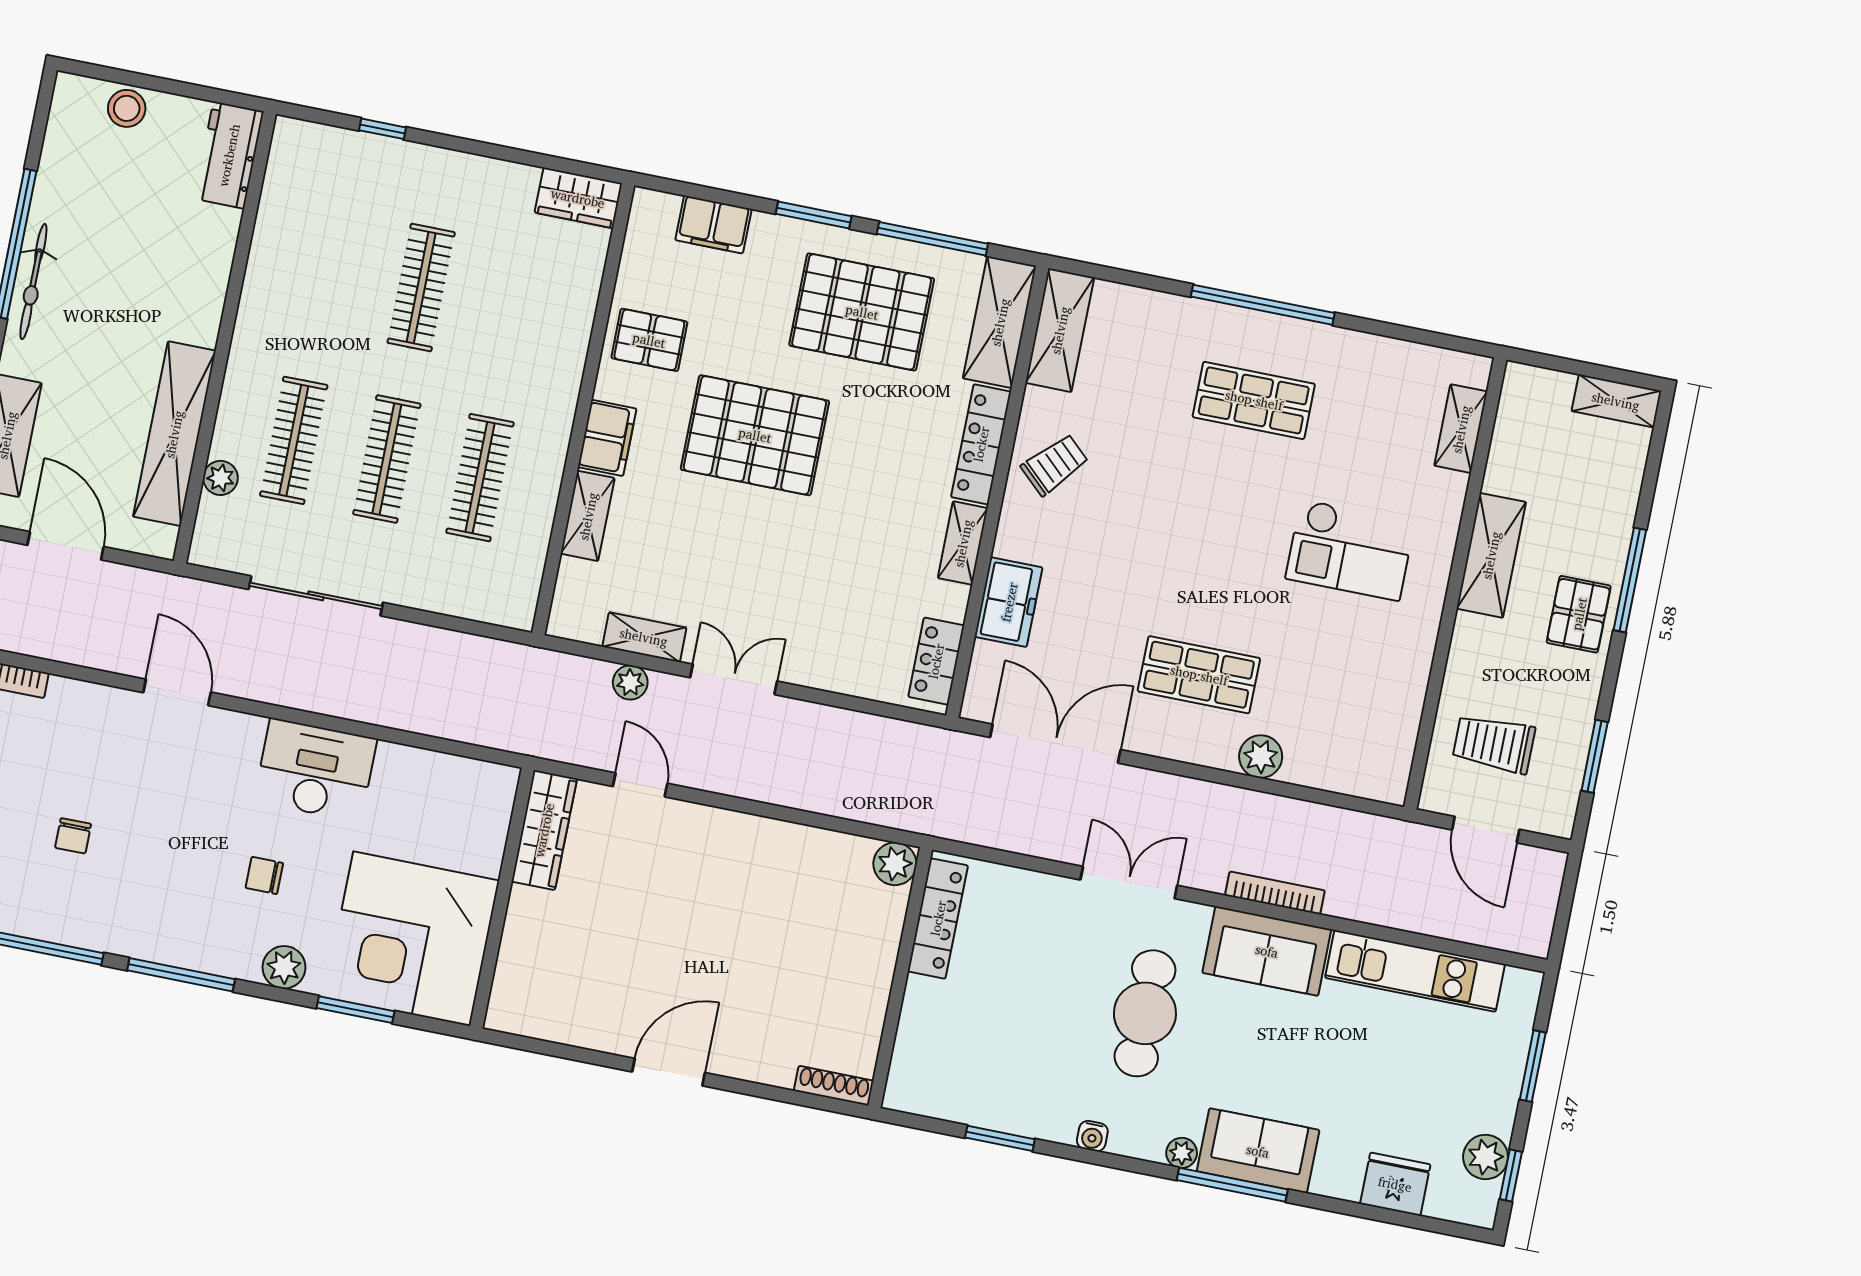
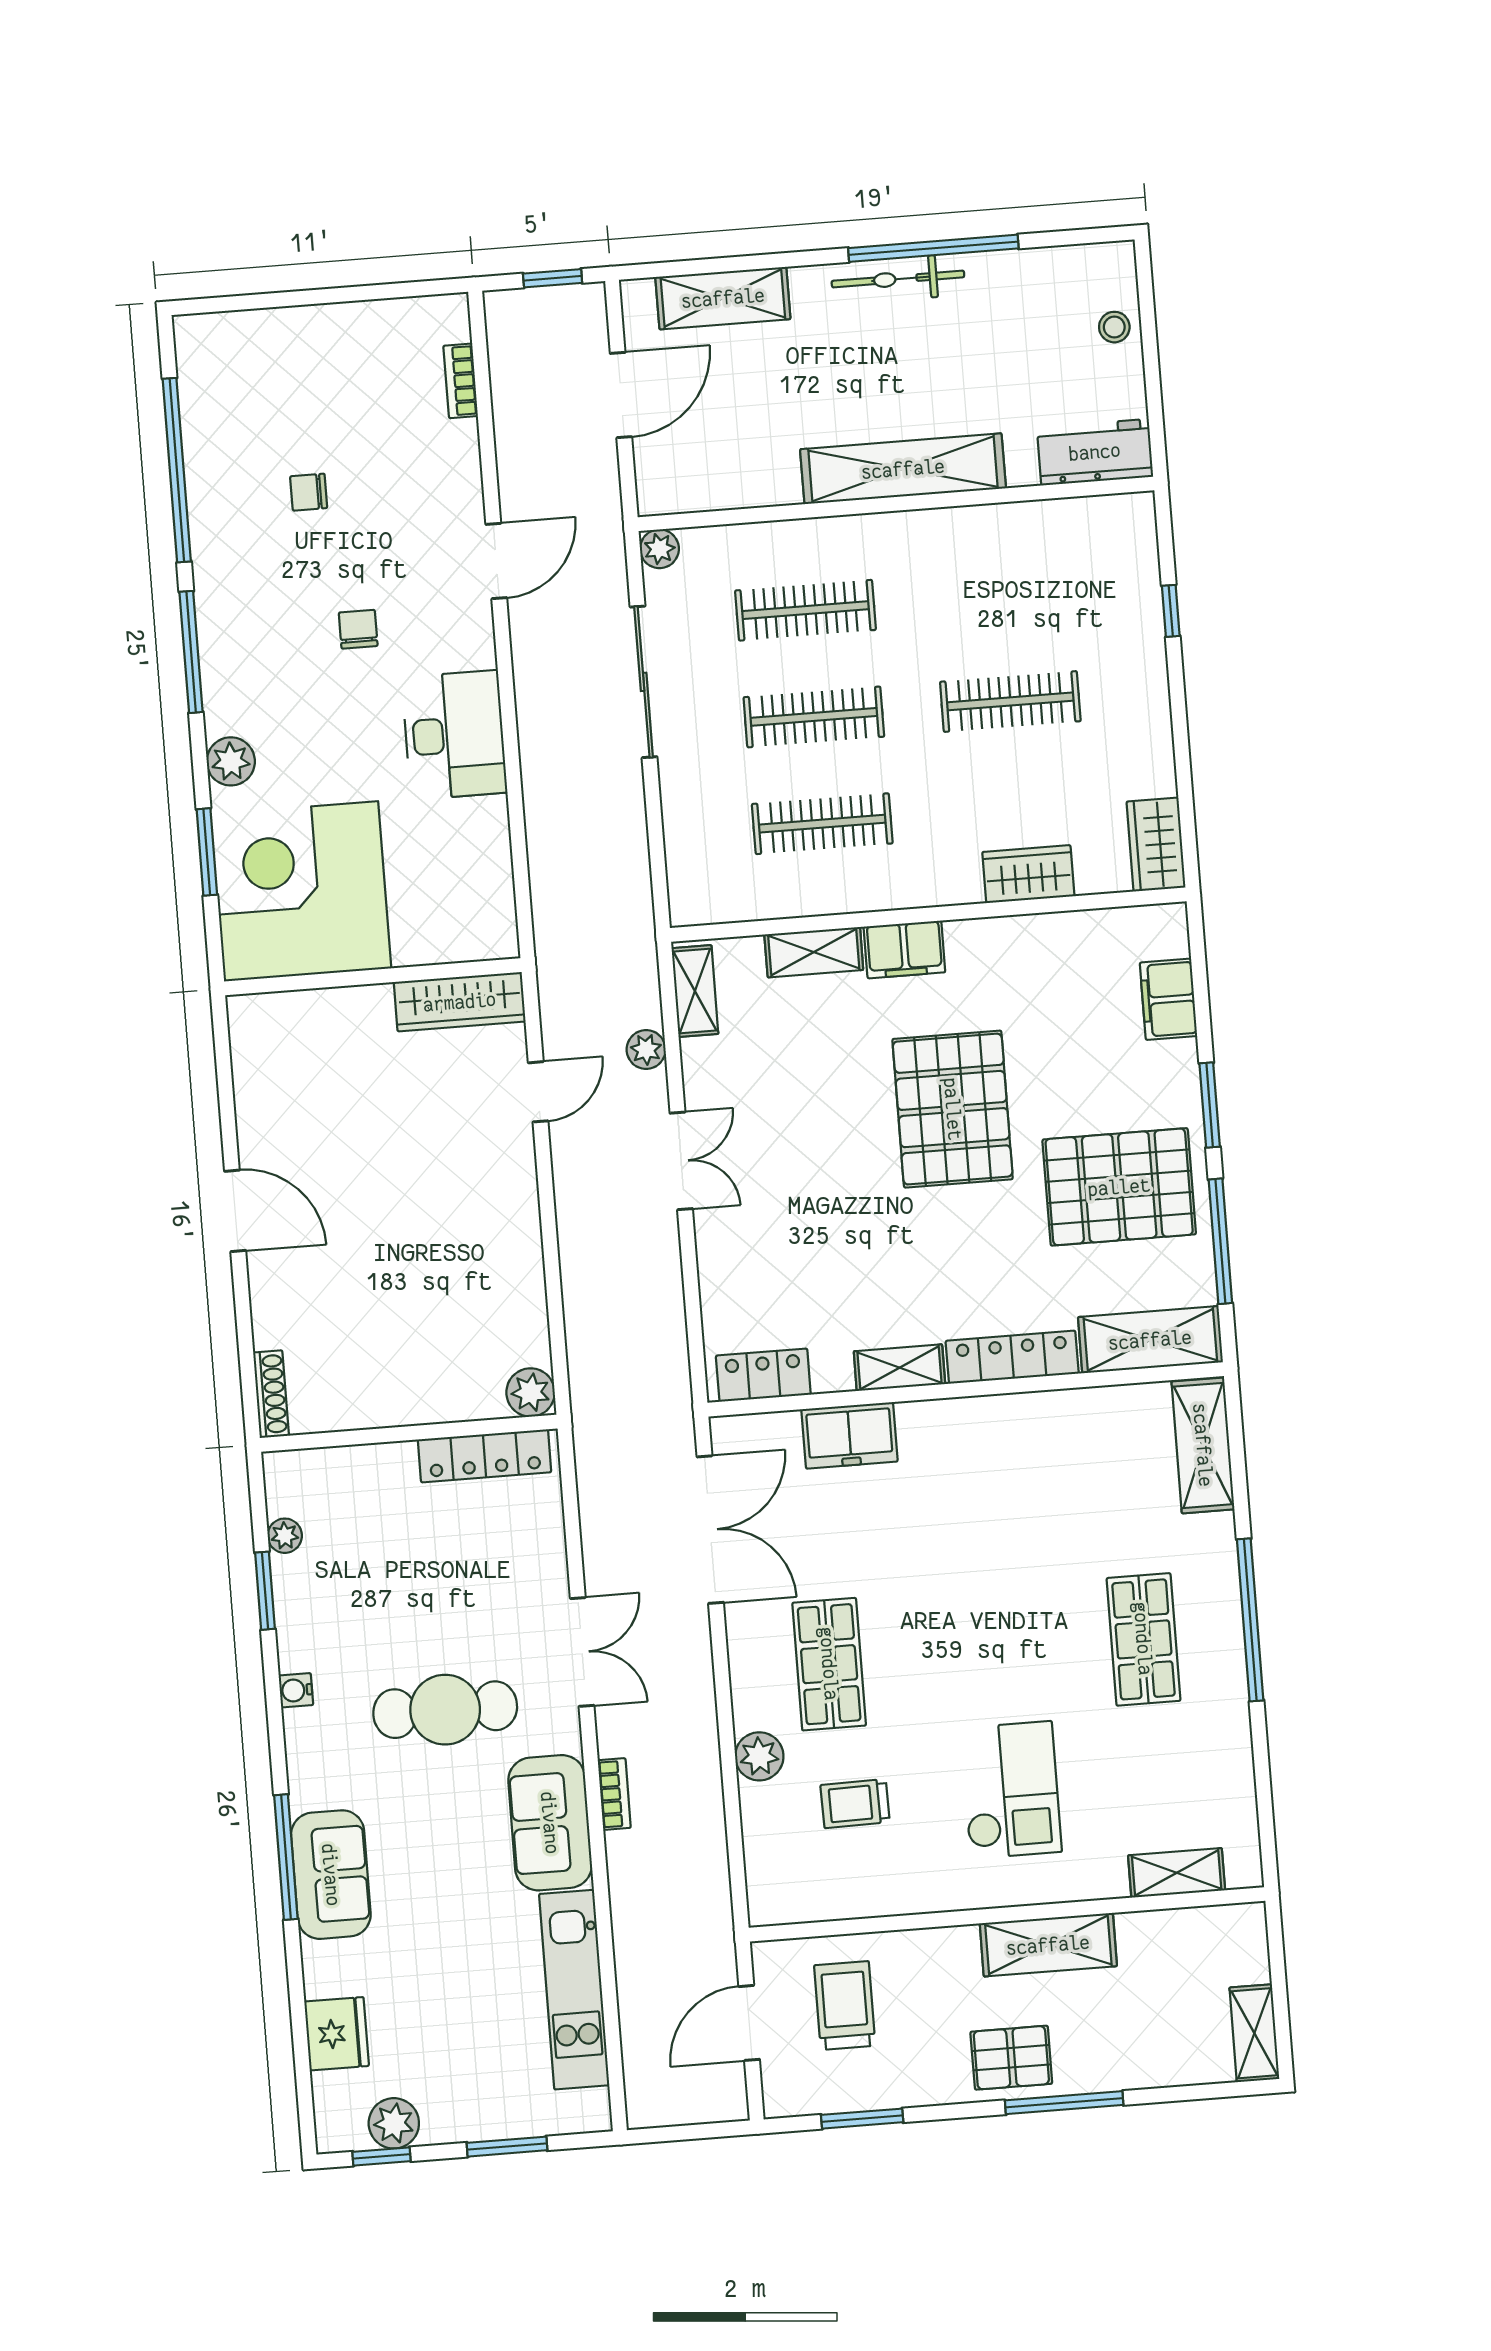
stool: (127, 108) -> (1114, 327), width x0.73, depth x0.73
pallet: (862, 312) -> (1119, 1187), turned 90
wardrobe: (573, 314) -> (1028, 874), added
shelving: (1060, 330) -> (1203, 1445), moved, turned 90
pallet: (649, 340) -> (1024, 965), removed
shelving: (174, 434) -> (903, 469), moved
trolley: (1055, 465) -> (855, 1804), moved, turned 136
plant: (220, 478) -> (659, 549), moved
checkout: (1350, 550) -> (1011, 1790), turned 180
shelving: (644, 637) -> (695, 991), moved
chair: (264, 875) -> (358, 629), moved
bookcase: (1275, 893) -> (614, 1794), width x0.64
plant: (1182, 1153) -> (285, 1536), moved

